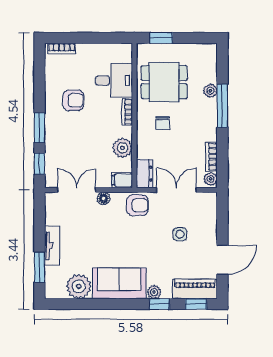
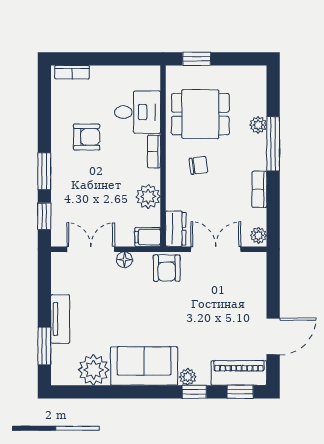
chair: (163, 123) -> (198, 165), turned -97
bookcase: (211, 156) -> (259, 189), moved
armchair: (137, 205) -> (167, 268), turned 90
side table: (180, 234) -> (220, 305), removed

